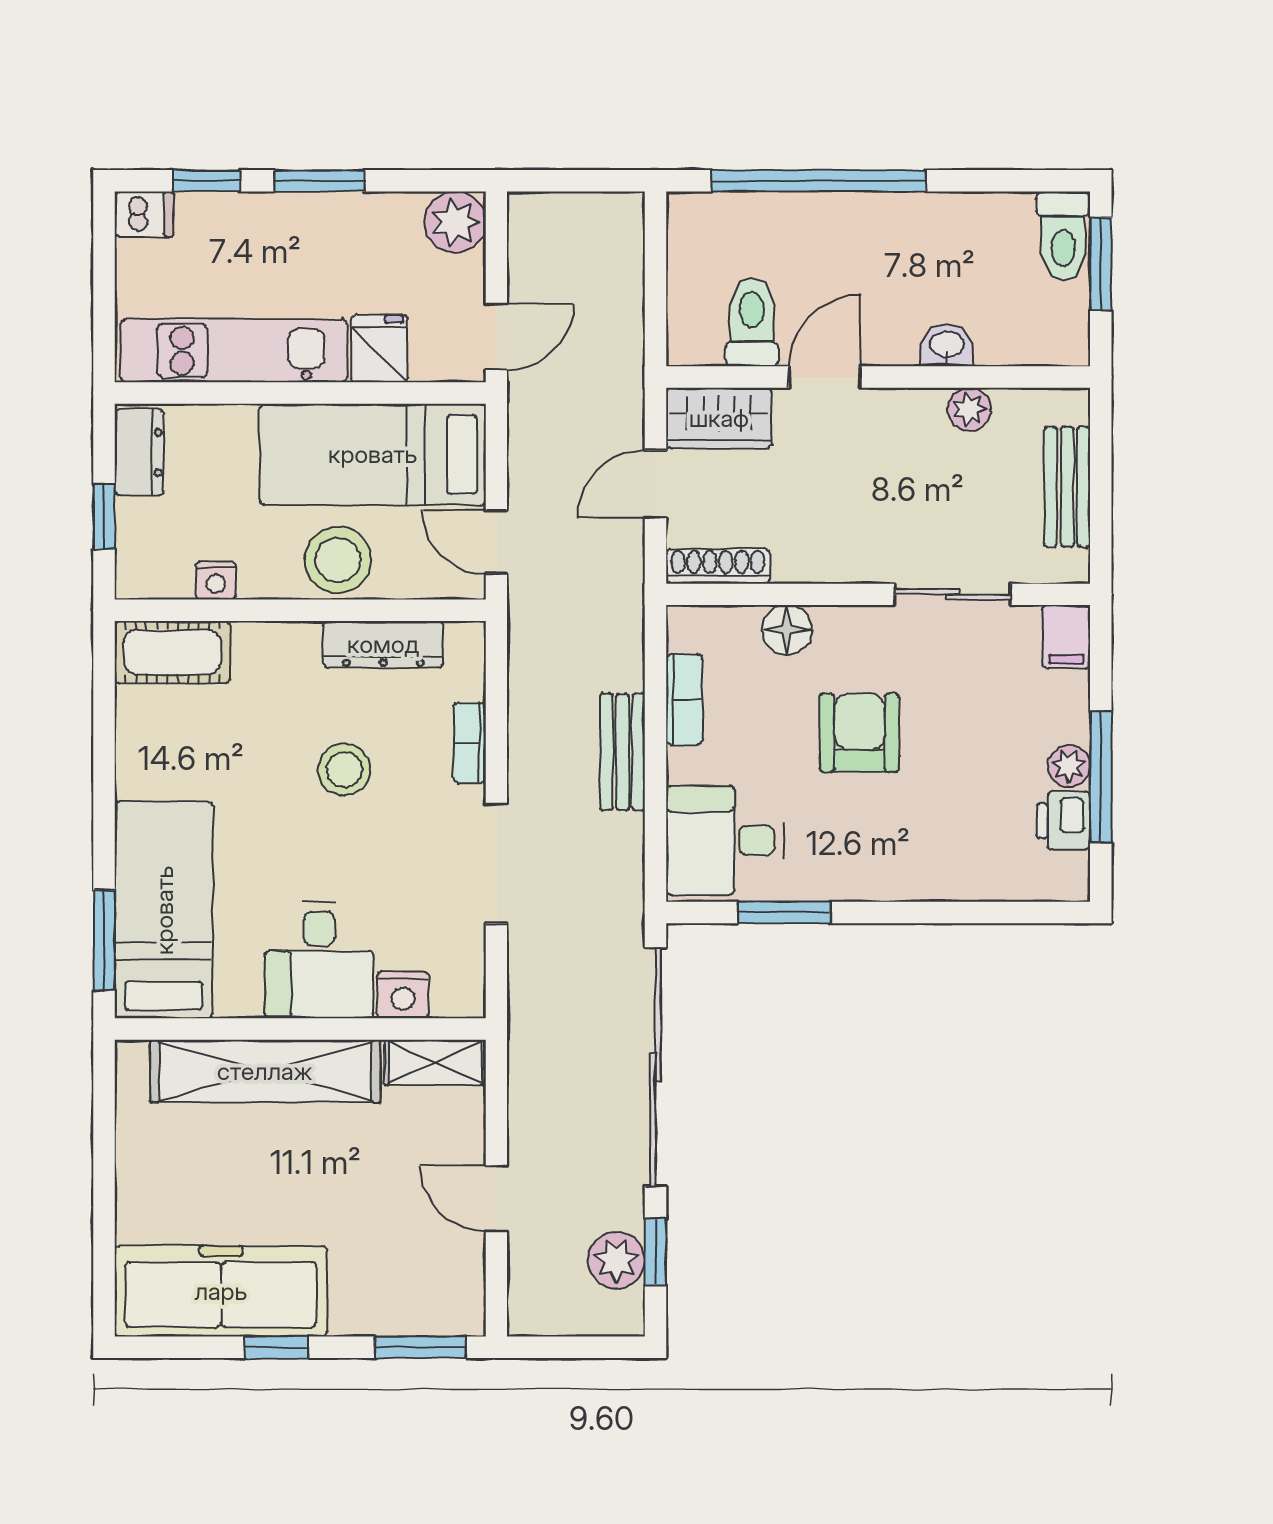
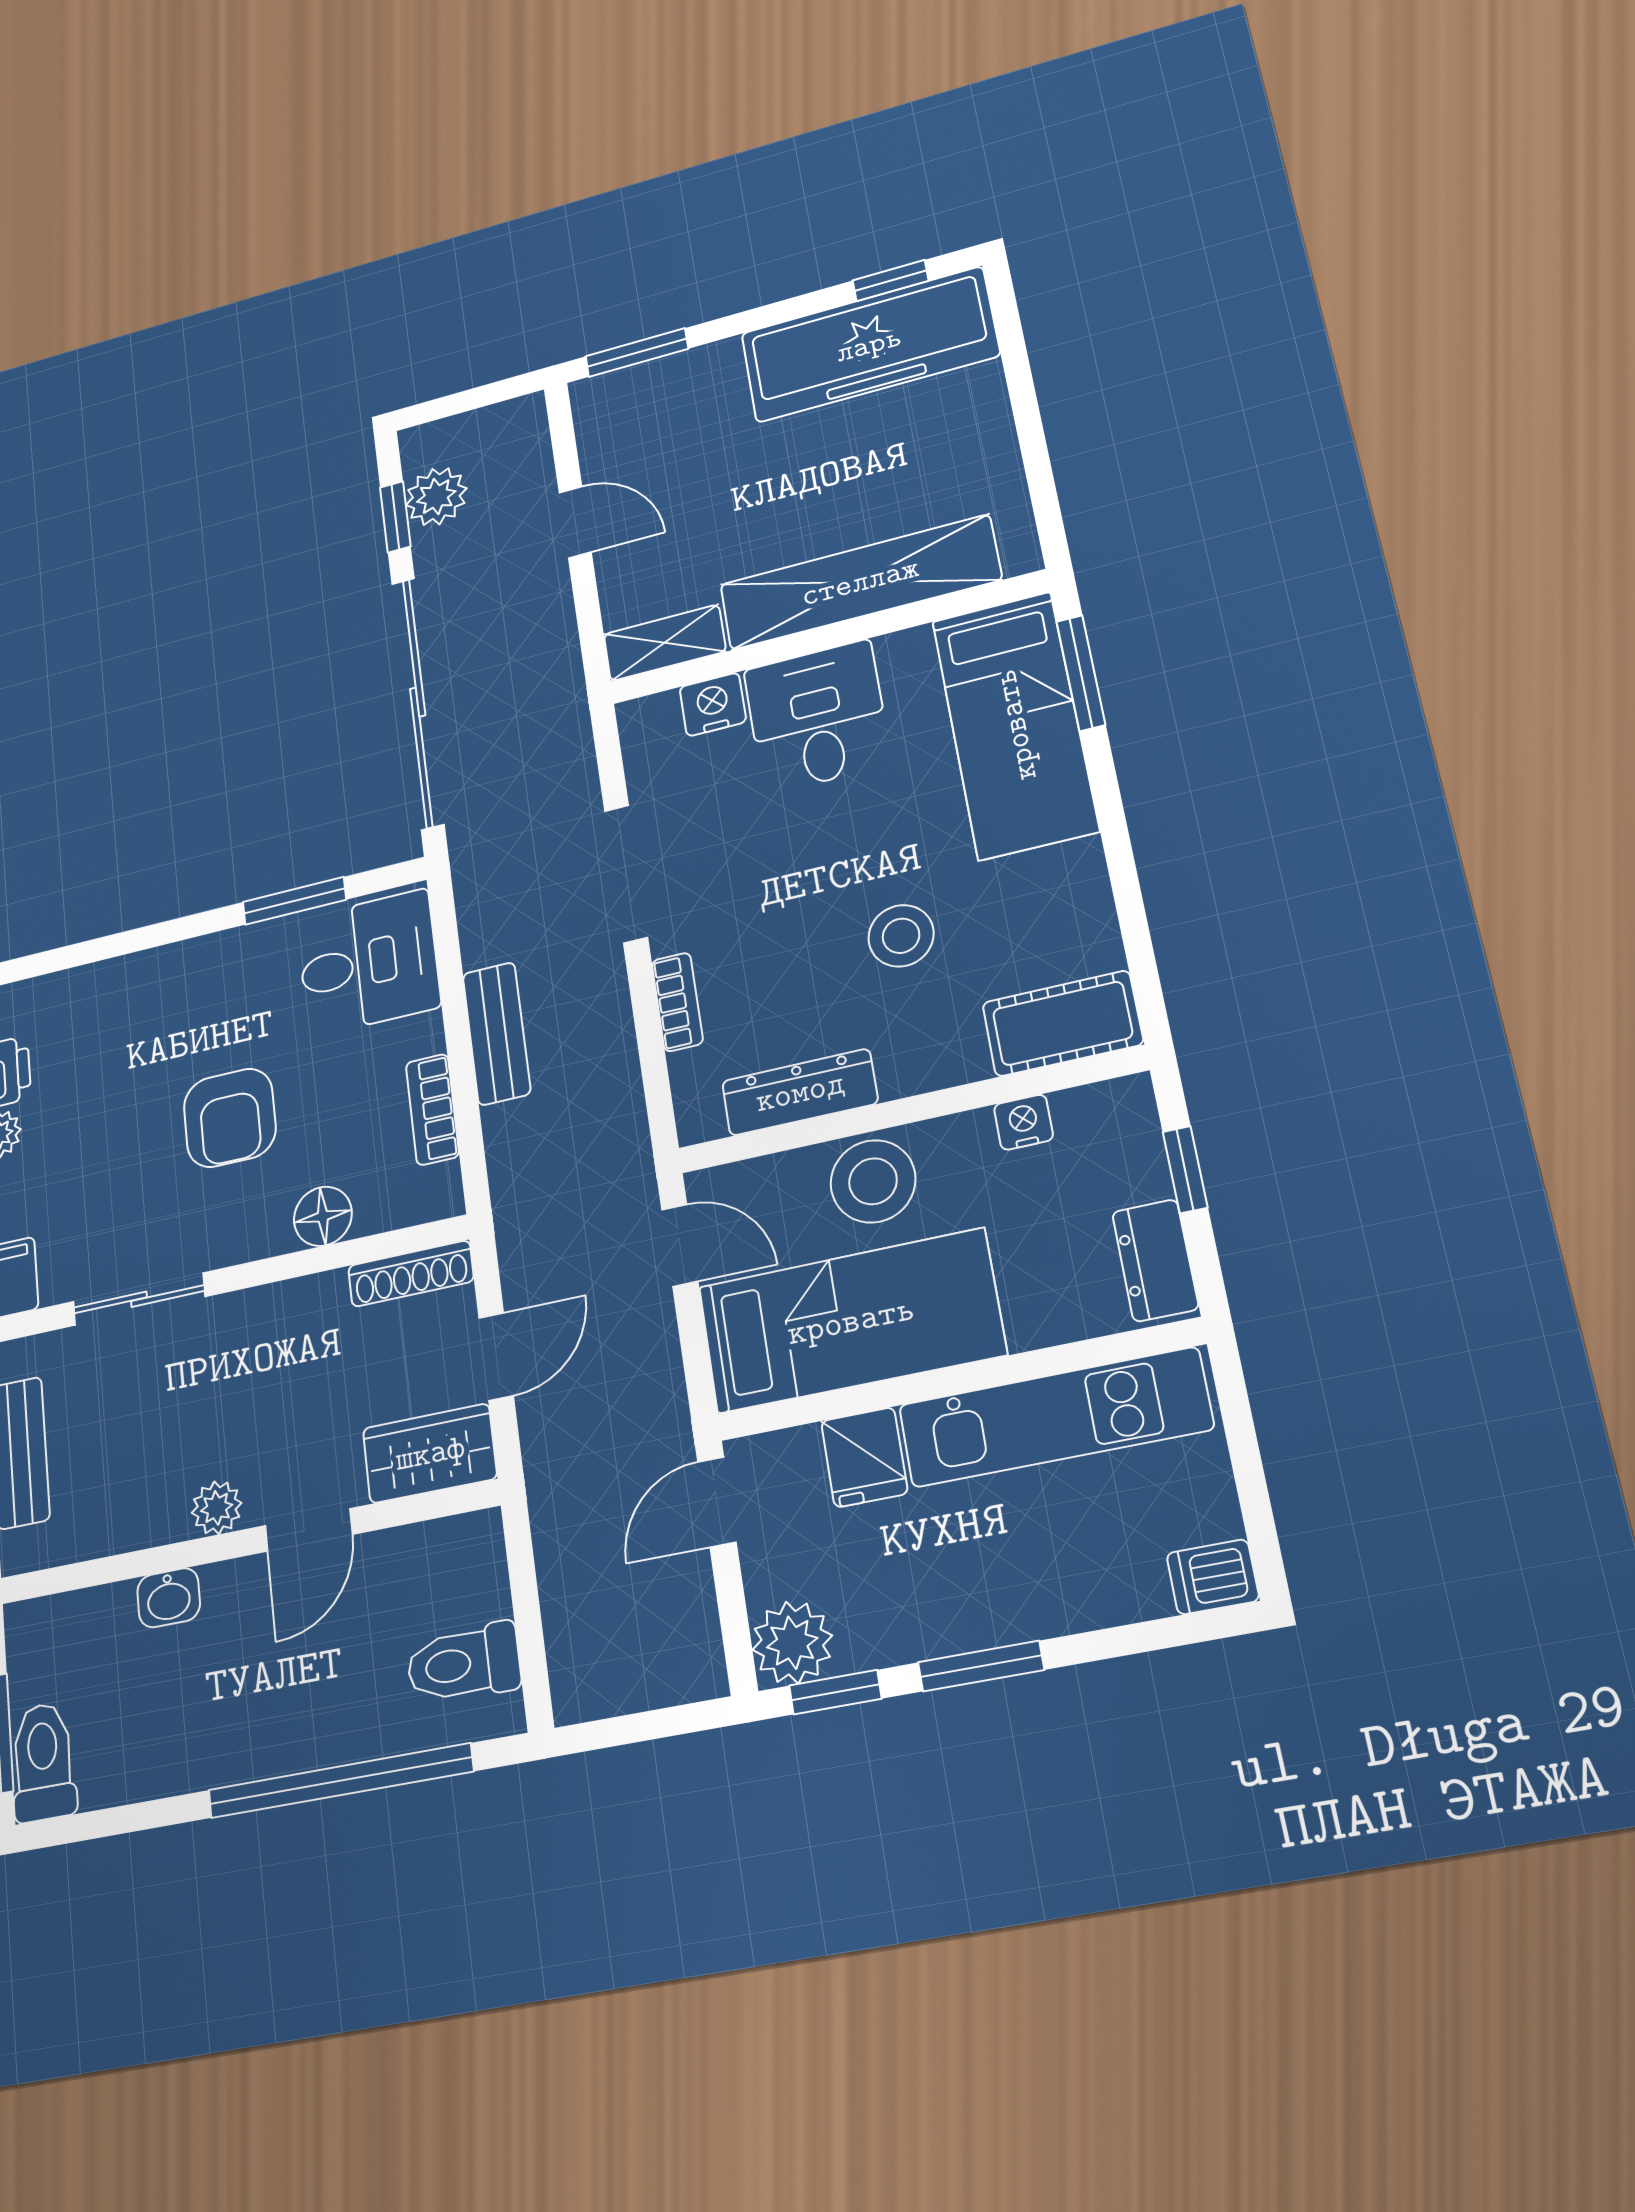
window: (207, 181) -> (835, 1692), moved
toilet: (752, 322) -> (463, 1663), moved, turned 90
plant: (969, 409) -> (217, 1508), moved
stool: (344, 770) -> (901, 936), moved
window: (277, 1347) -> (890, 281), moved

